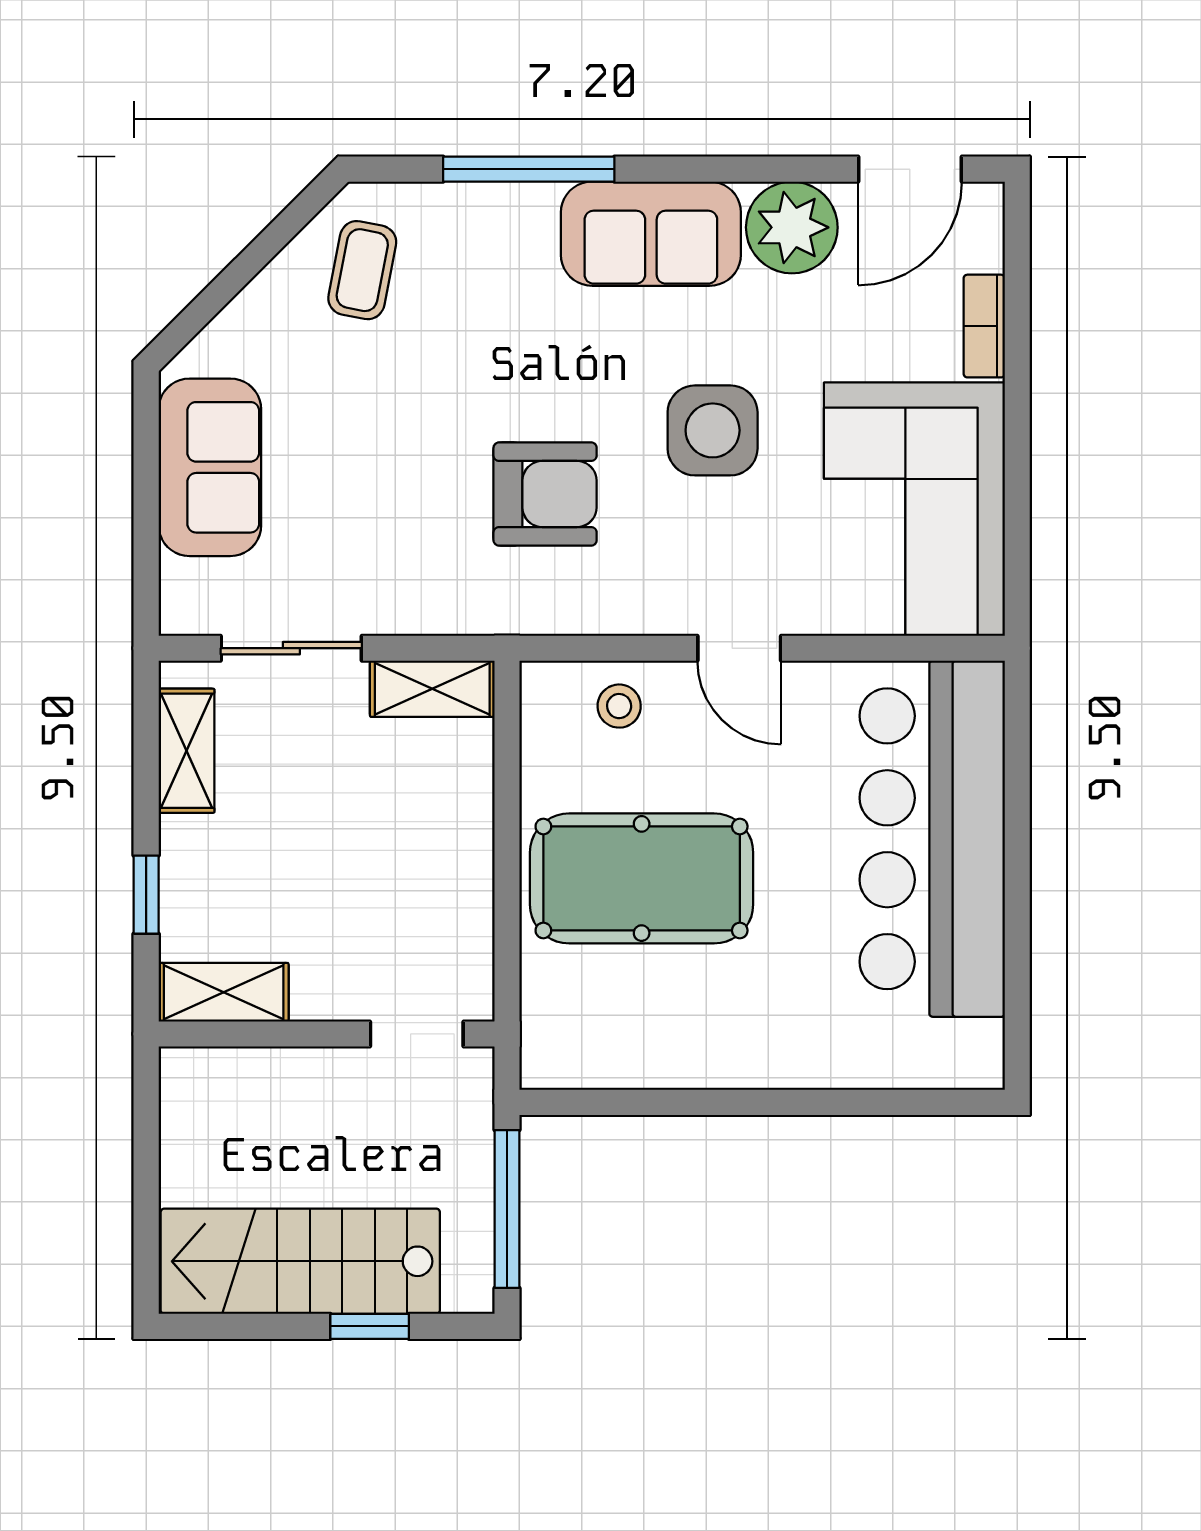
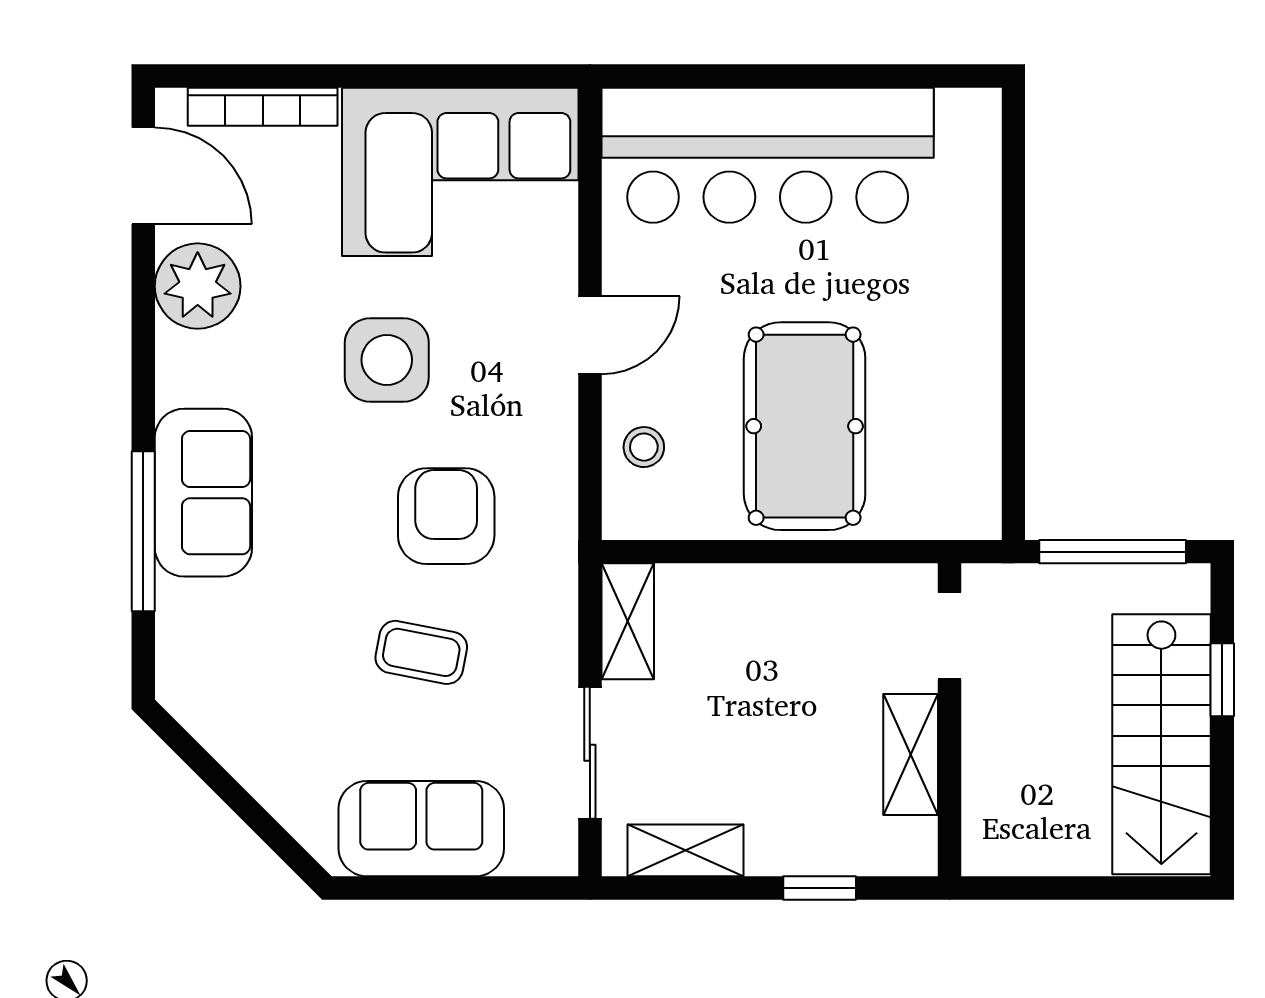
sofa: (651, 234) -> (203, 493), moved
coffee table: (362, 270) -> (421, 652), moved
bookcase: (984, 326) -> (263, 107), width x1.56
shelving: (224, 992) -> (911, 754), moved

